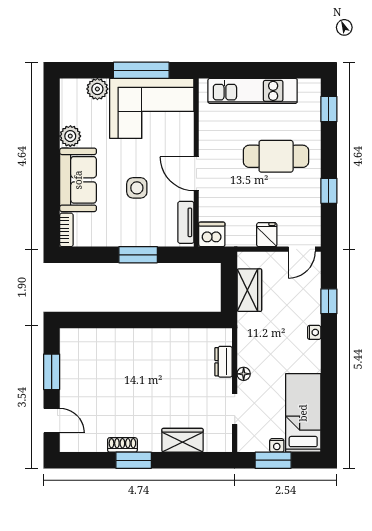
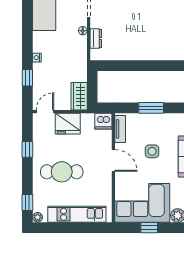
window: (141, 70) -> (149, 228), width x0.46
plant: (313, 86) -> (38, 217), added
fridge: (267, 235) -> (68, 124), width x1.88, depth x1.34
wardrobe: (249, 290) -> (79, 96), moved

